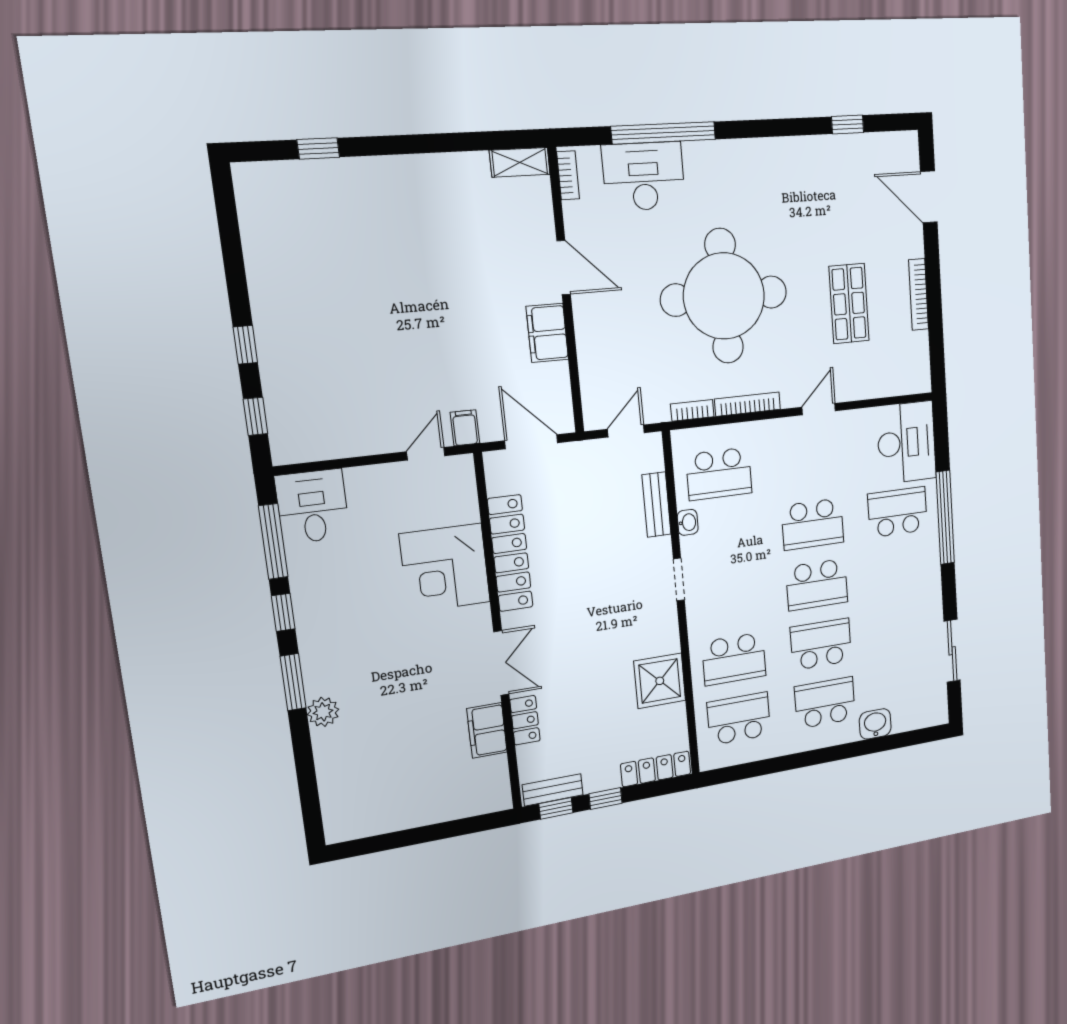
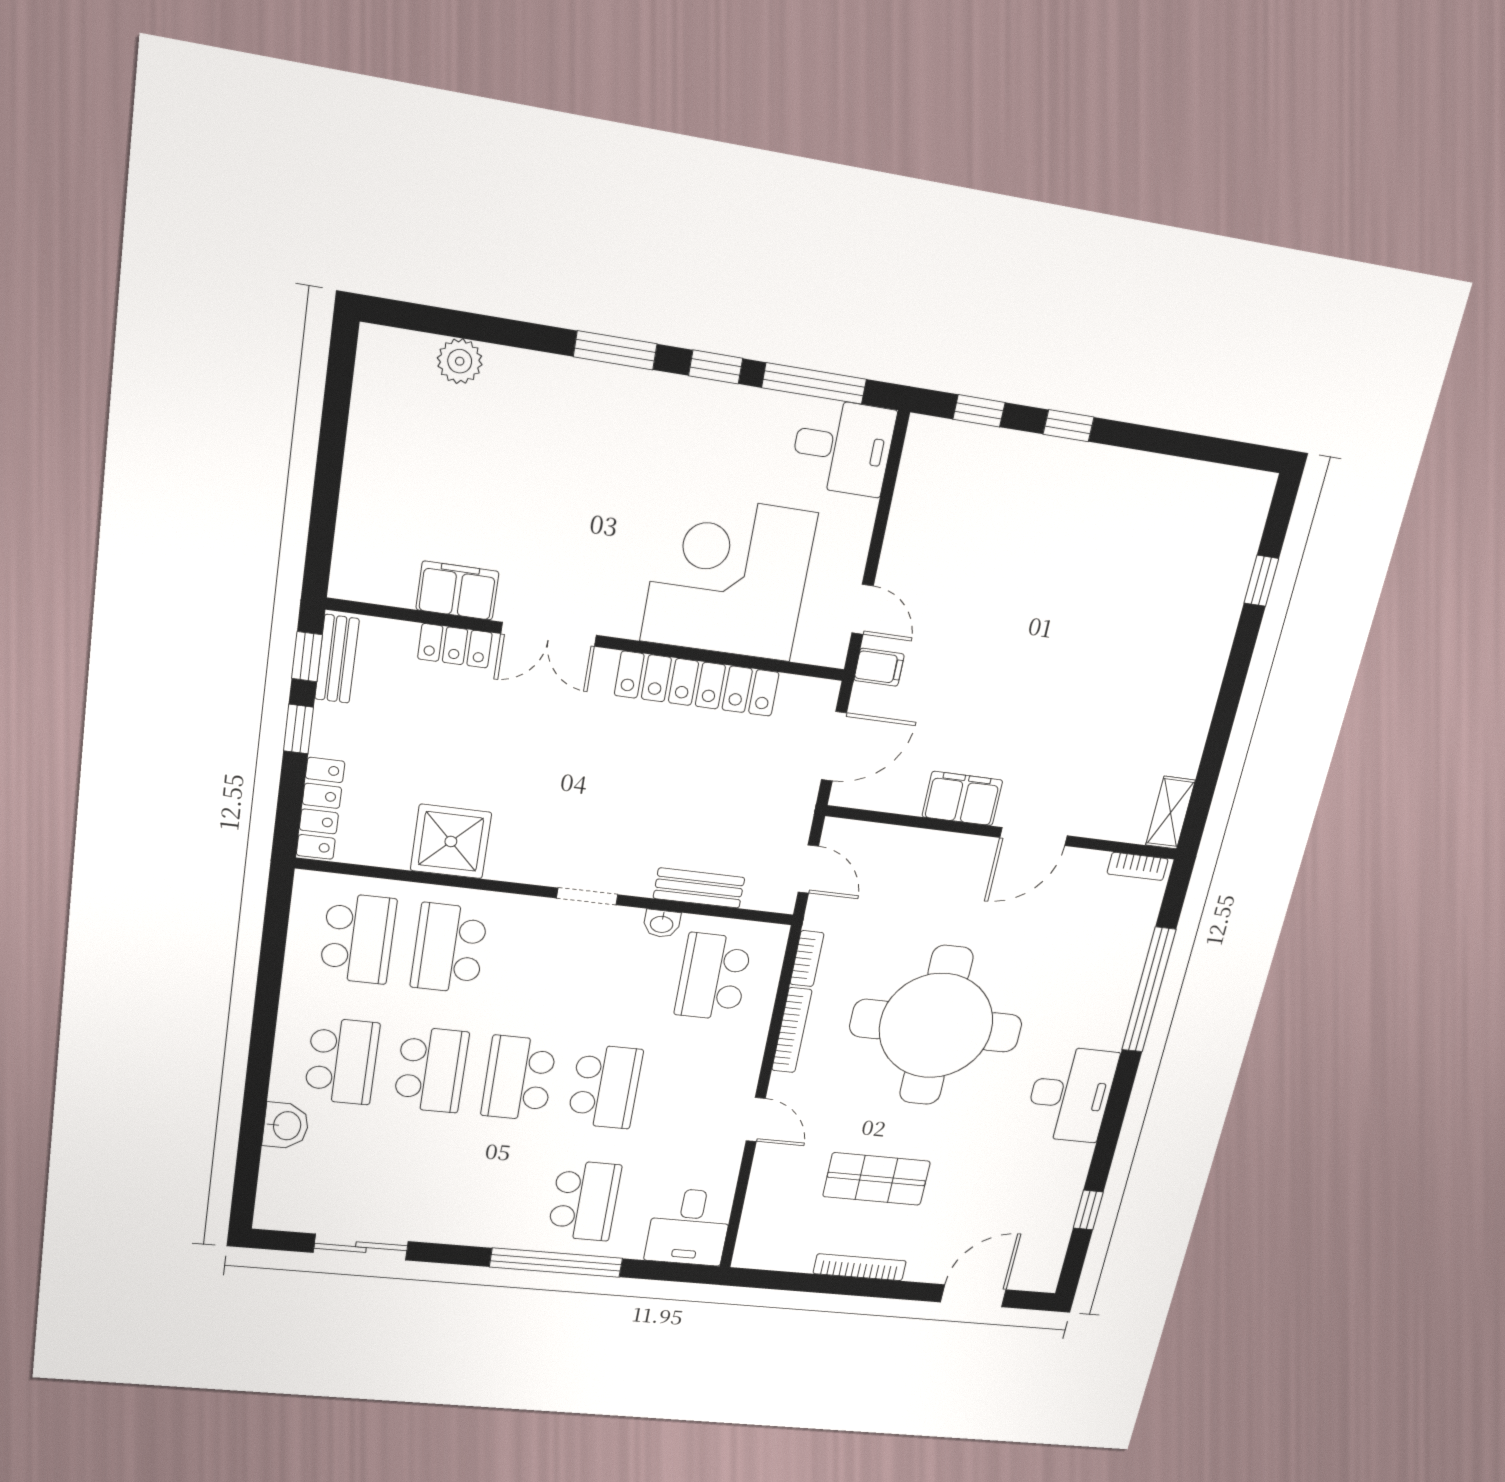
desk: (644, 176) -> (1071, 1094), moved
desk: (906, 443) -> (689, 1227), width x0.73
school desk: (813, 524) -> (605, 1087), turned 180
corner desk: (445, 568) -> (729, 577), width x1.36, depth x1.36
plant: (323, 712) -> (460, 361), moved

